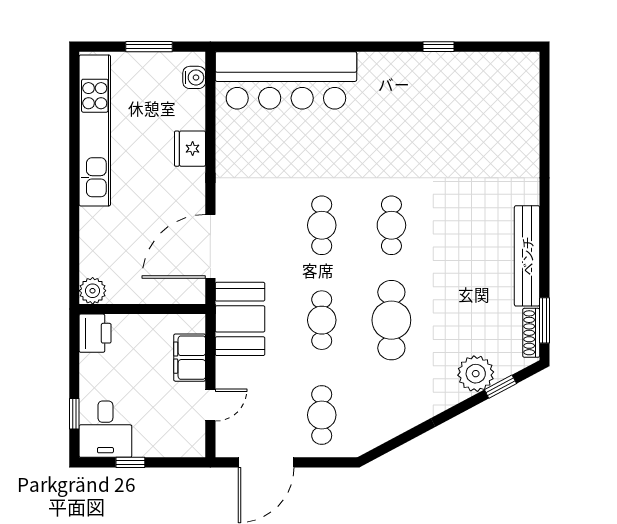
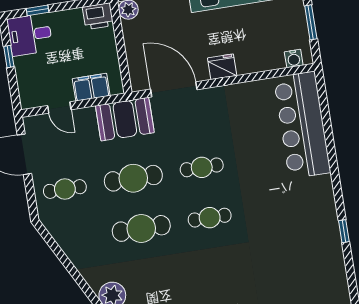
fridge: (190, 149) -> (222, 67), moved
cafe table: (322, 320) -> (133, 178), width x1.37, depth x1.35

